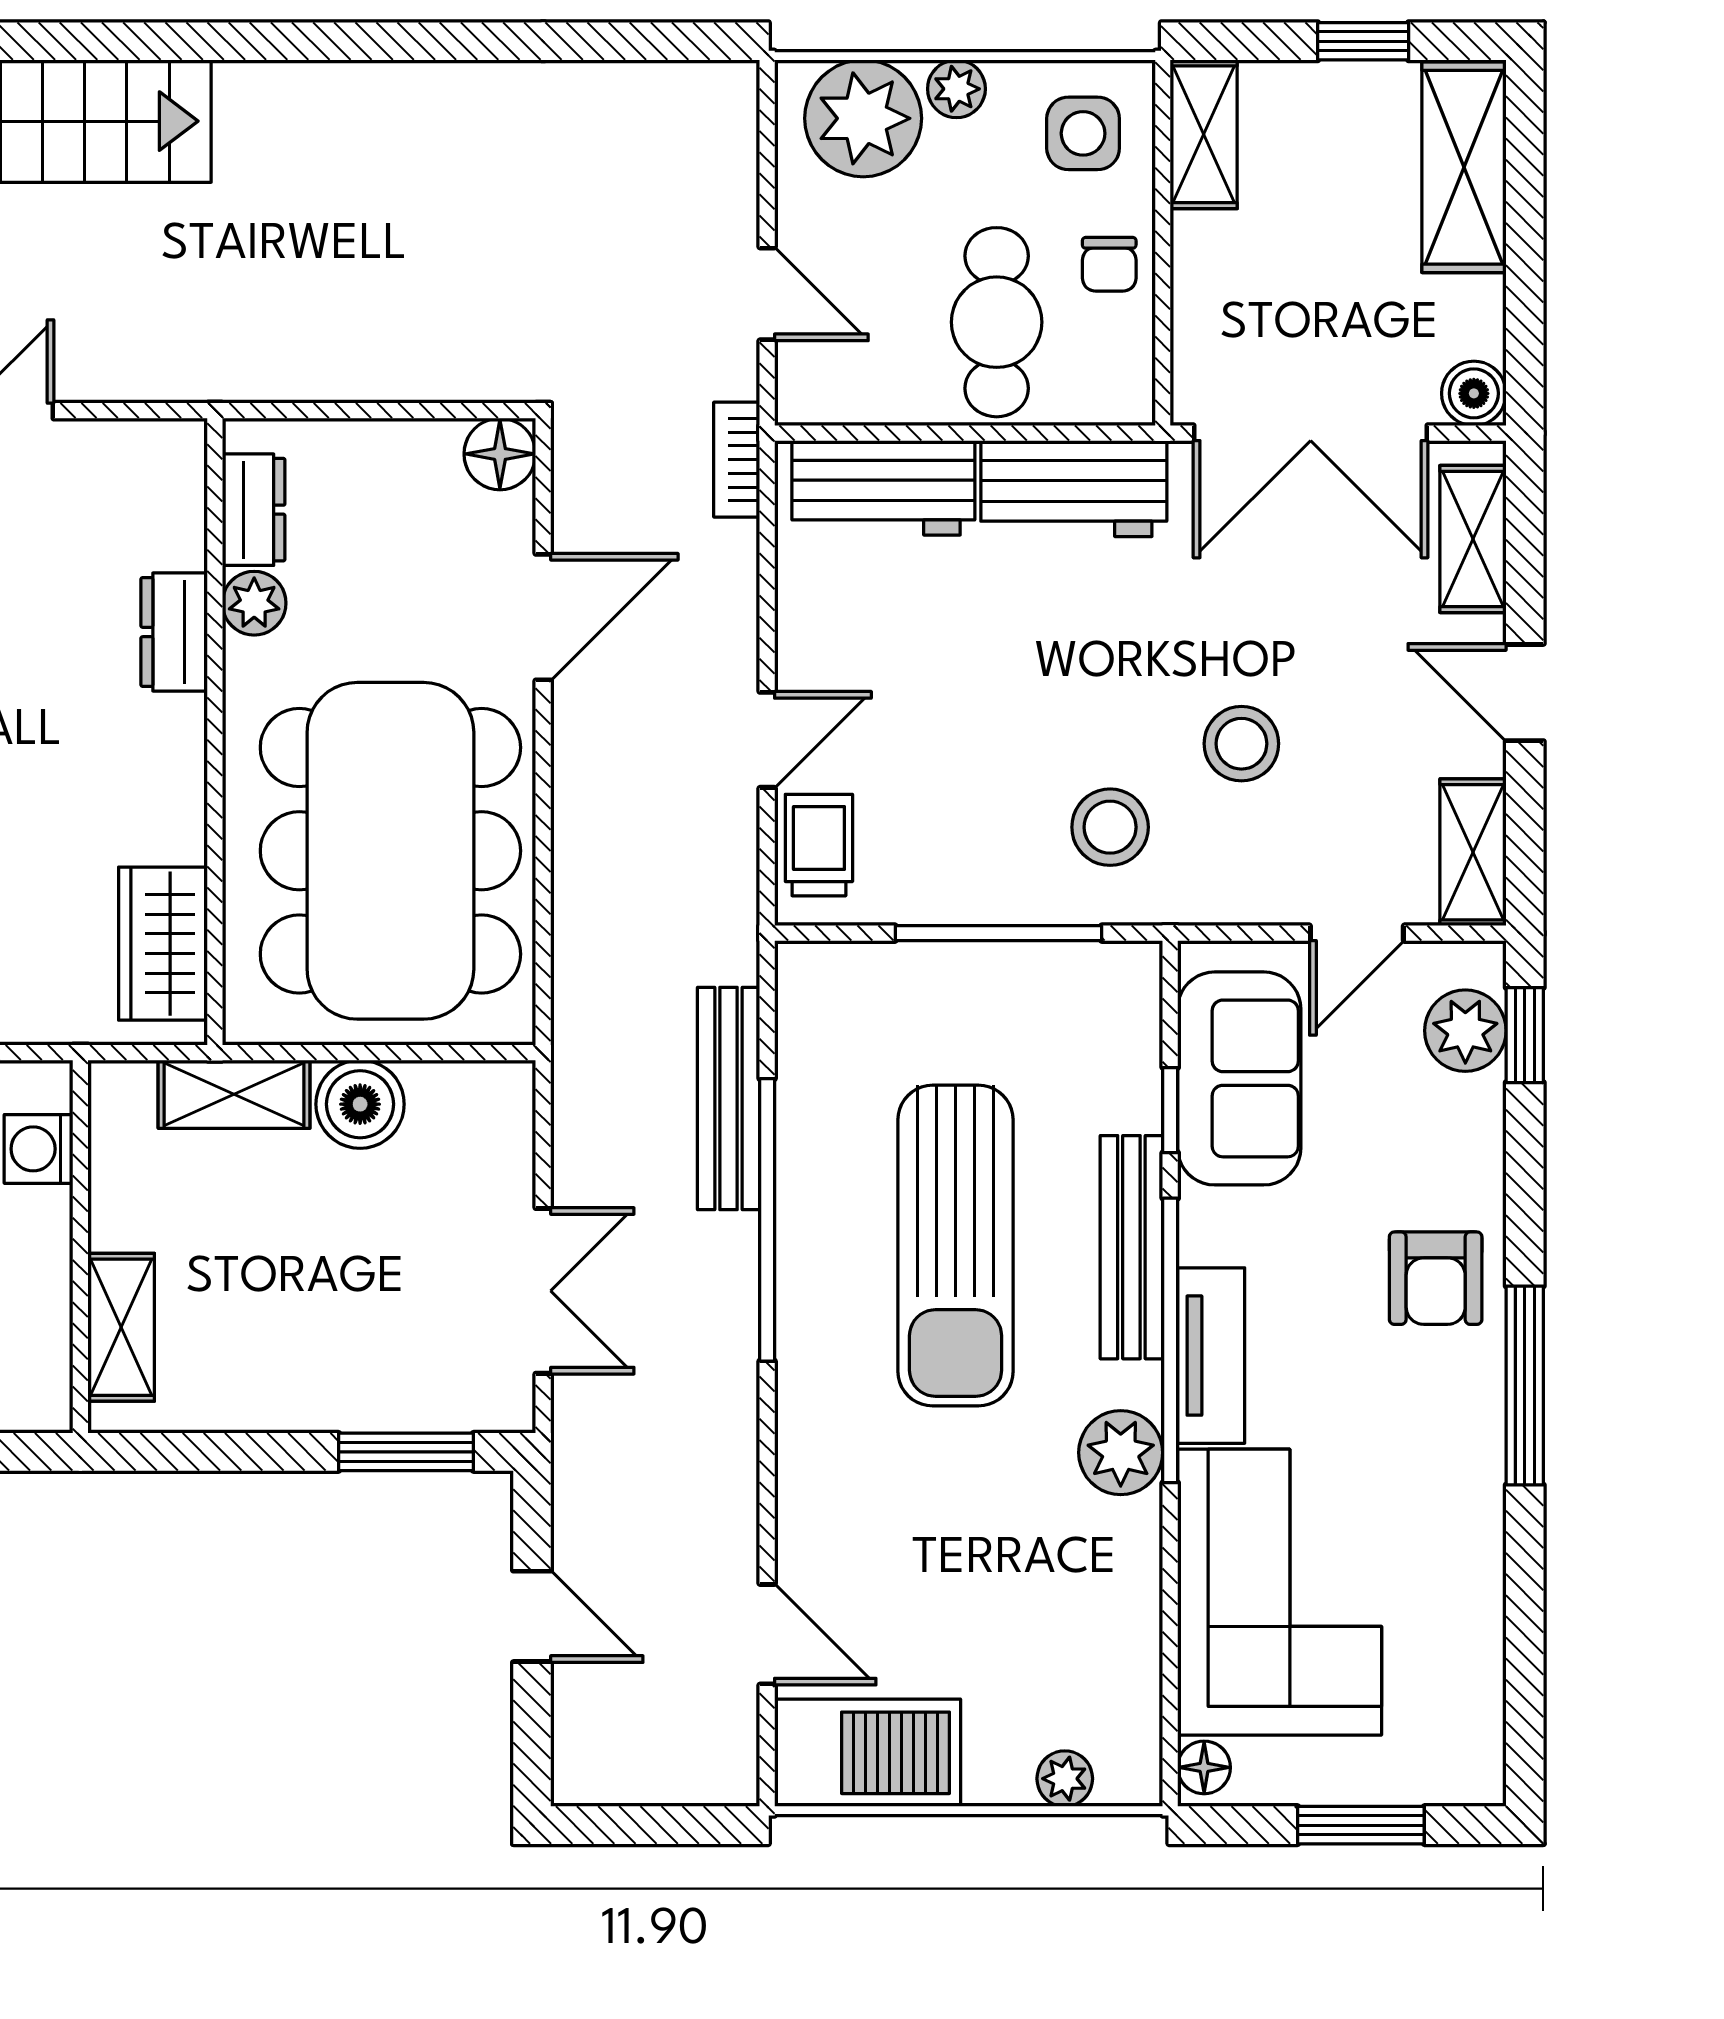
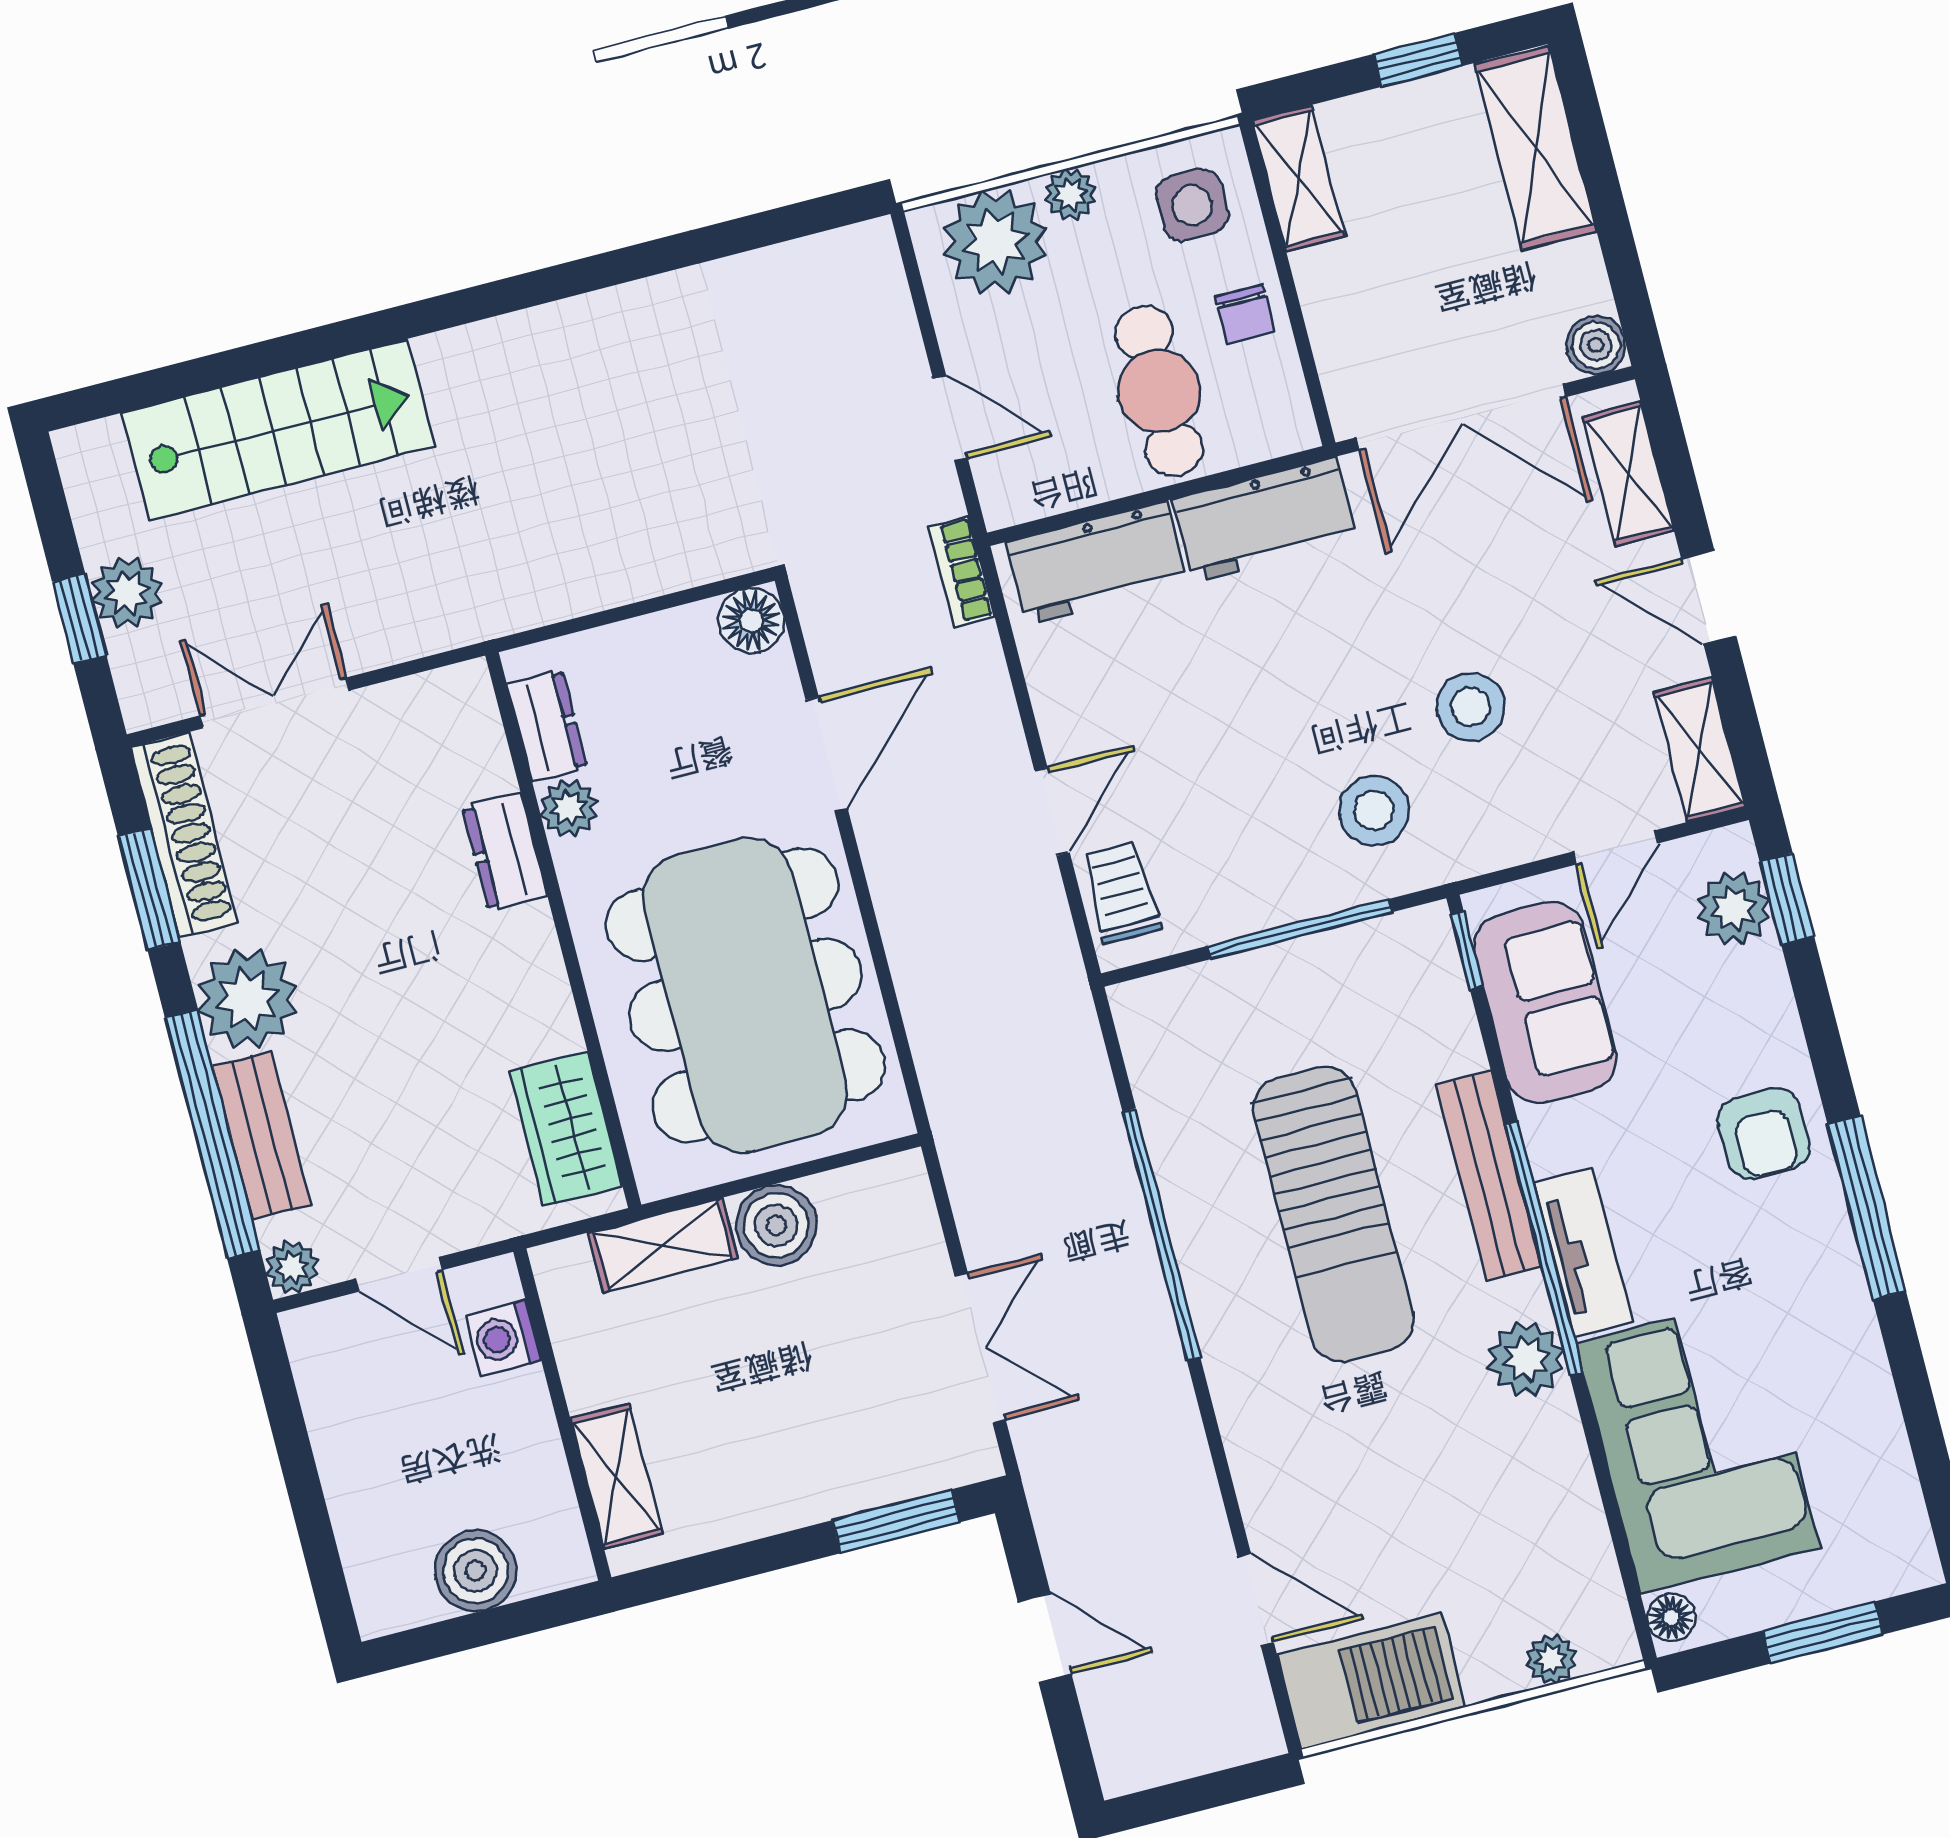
bench: (729, 1098) -> (1100, 1136), removed
window: (1170, 1110) -> (1467, 950), moved

